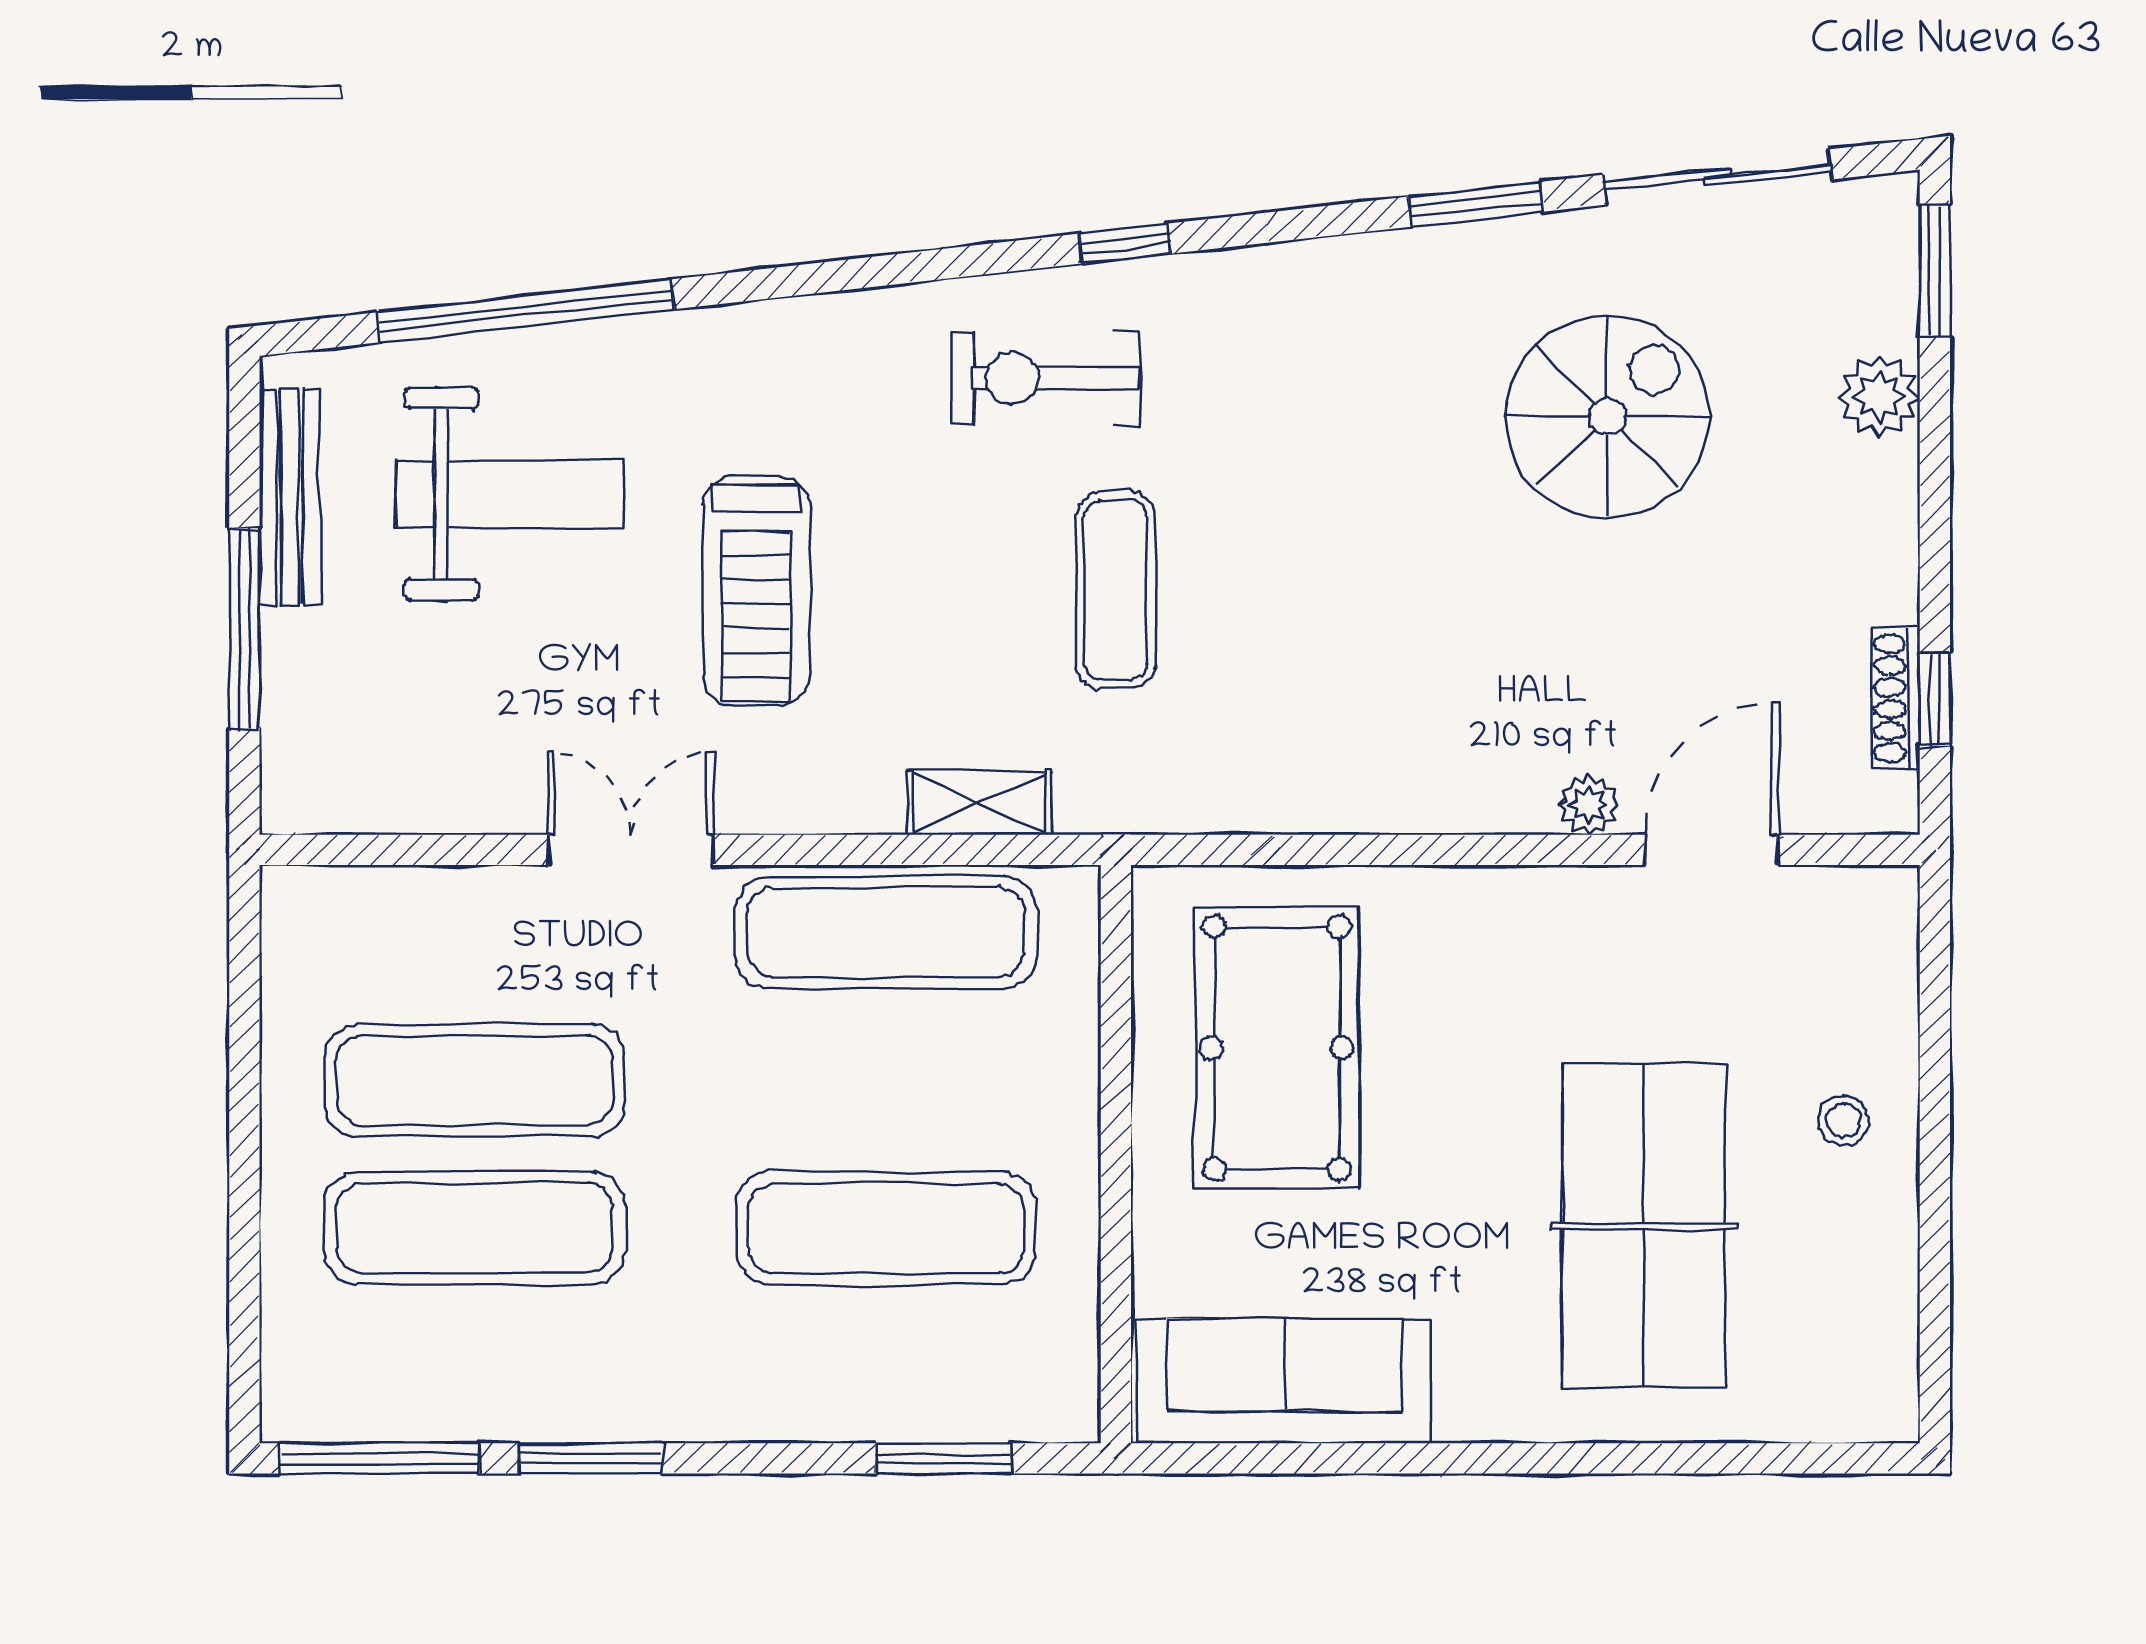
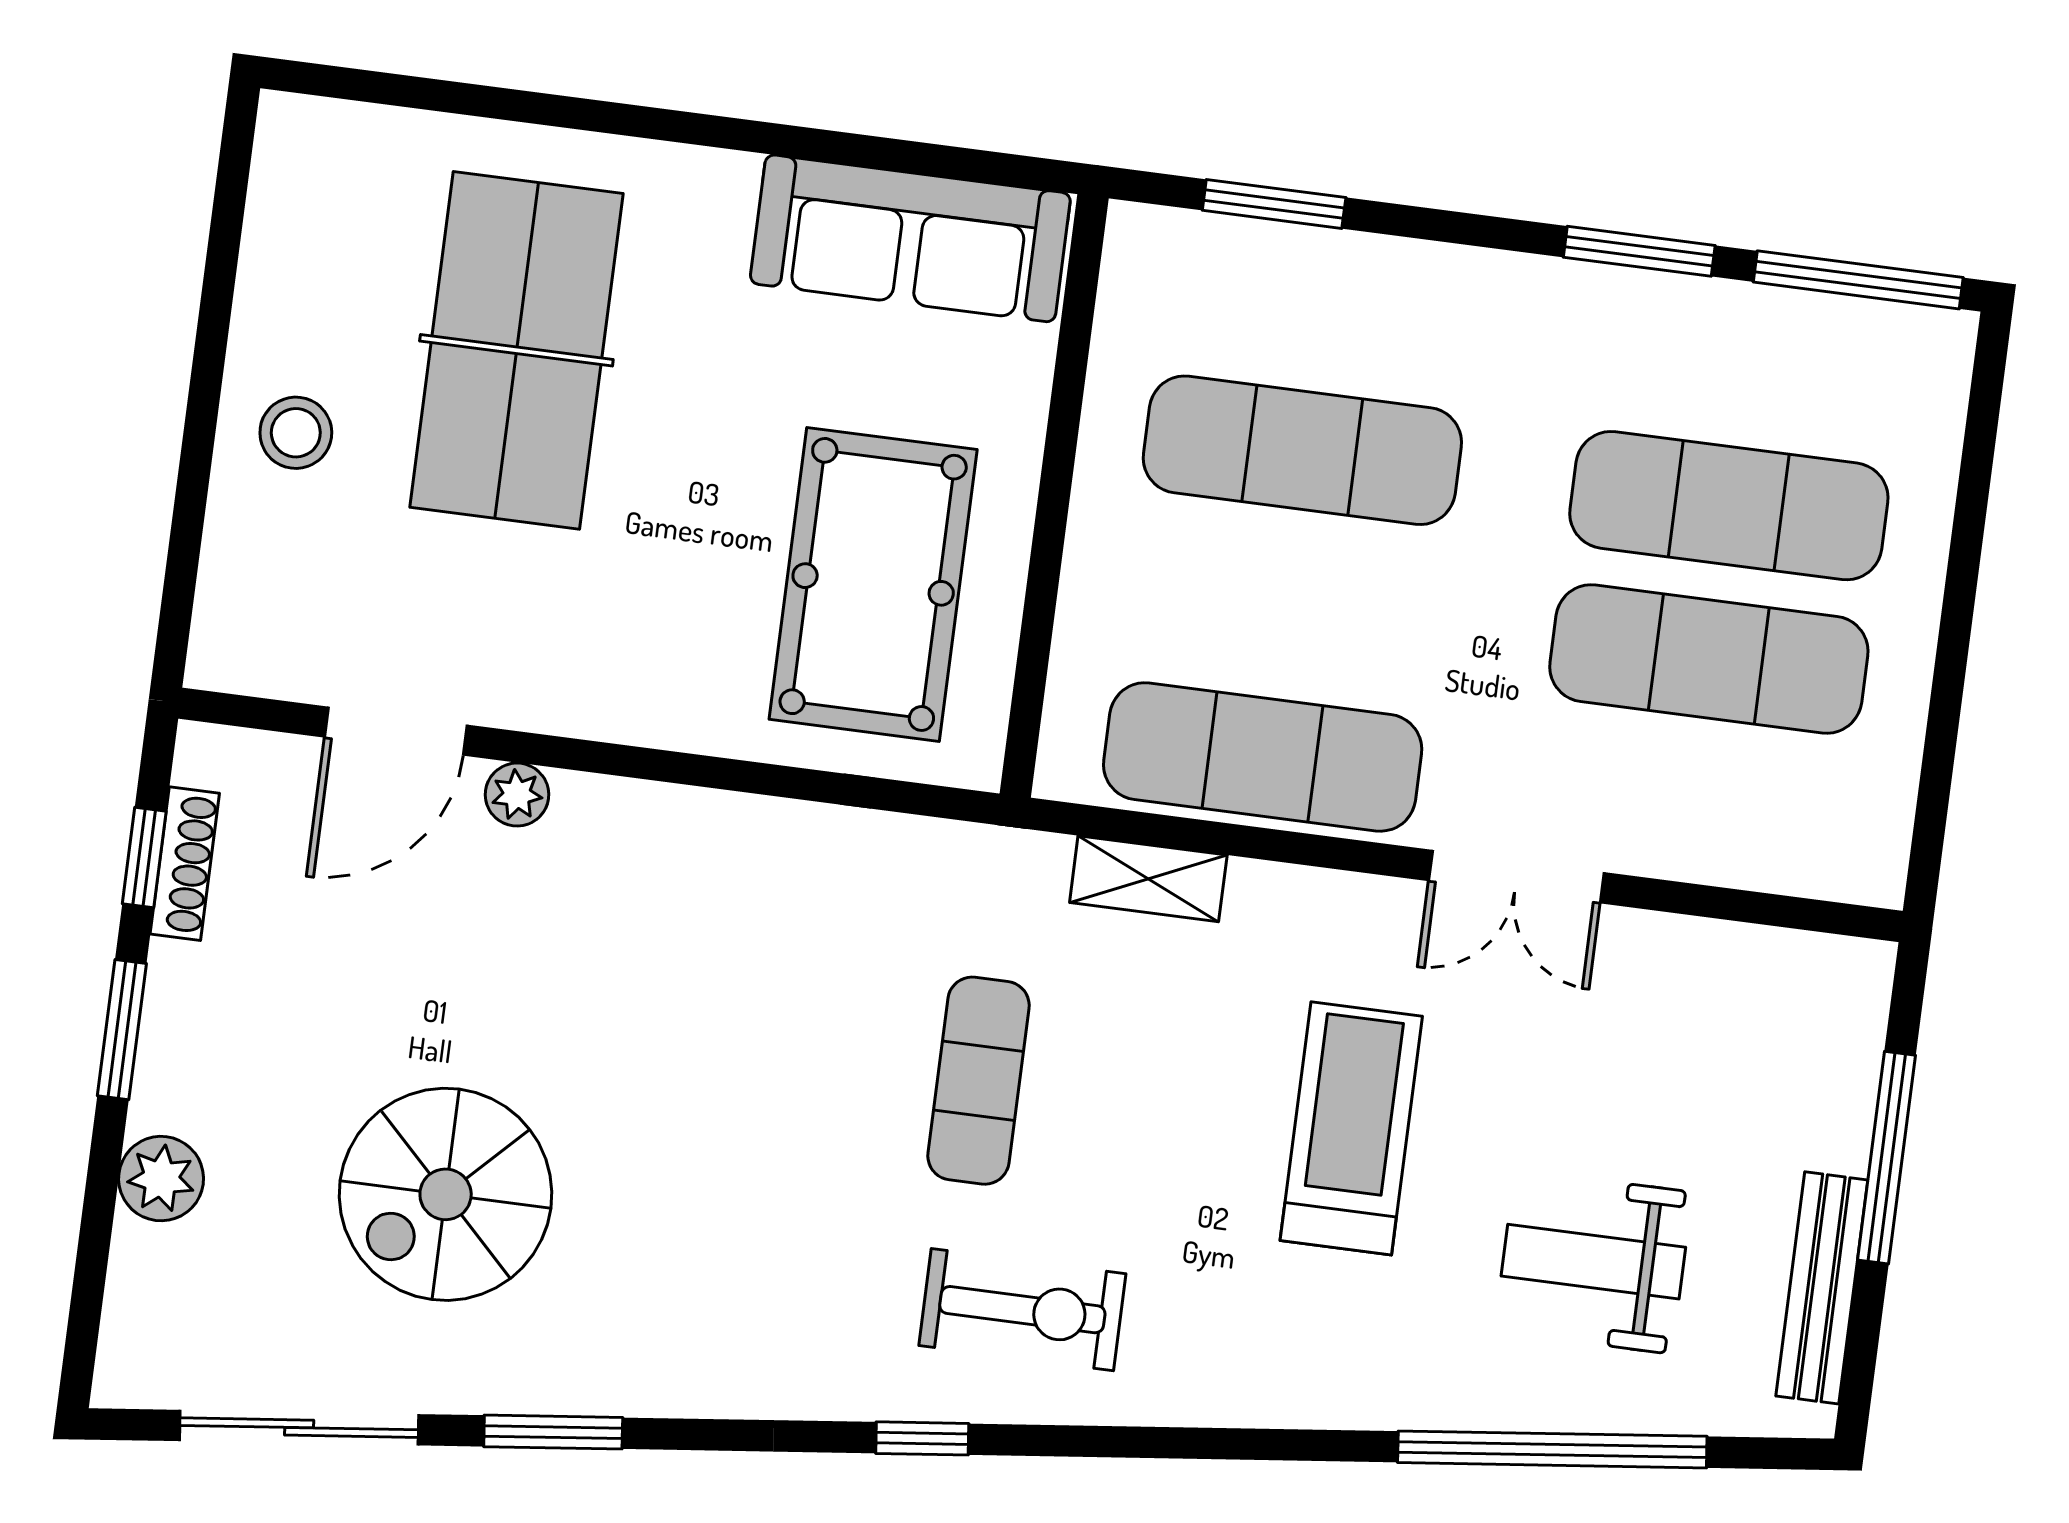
window: (1935, 271) -> (122, 1030), moved
weight bench: (510, 494) -> (1593, 1262), width x0.73, depth x0.75
stool: (1843, 1121) -> (296, 433), width x1.37, depth x1.37

